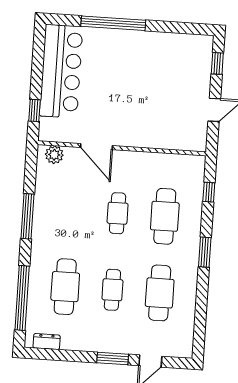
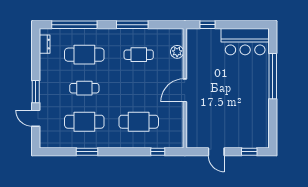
bar counter: (61, 71) -> (245, 42), width x0.73
door: (96, 147) -> (185, 90), moved
plant: (54, 155) -> (177, 52), moved
cafe table: (118, 213) -> (139, 55), moved
window: (205, 252) -> (87, 152), moved

